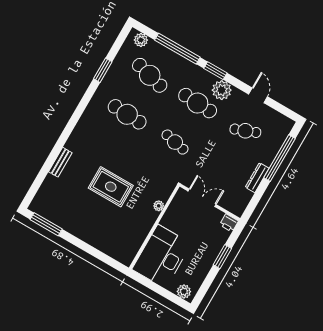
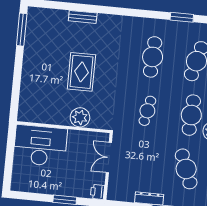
cafe table: (245, 131) -> (186, 169), width x1.37, depth x1.35
double door: (202, 198) -> (109, 158), swing flipped
plant: (159, 206) -> (80, 117), width x1.88, depth x1.88
plant: (184, 292) -> (18, 180), removed

